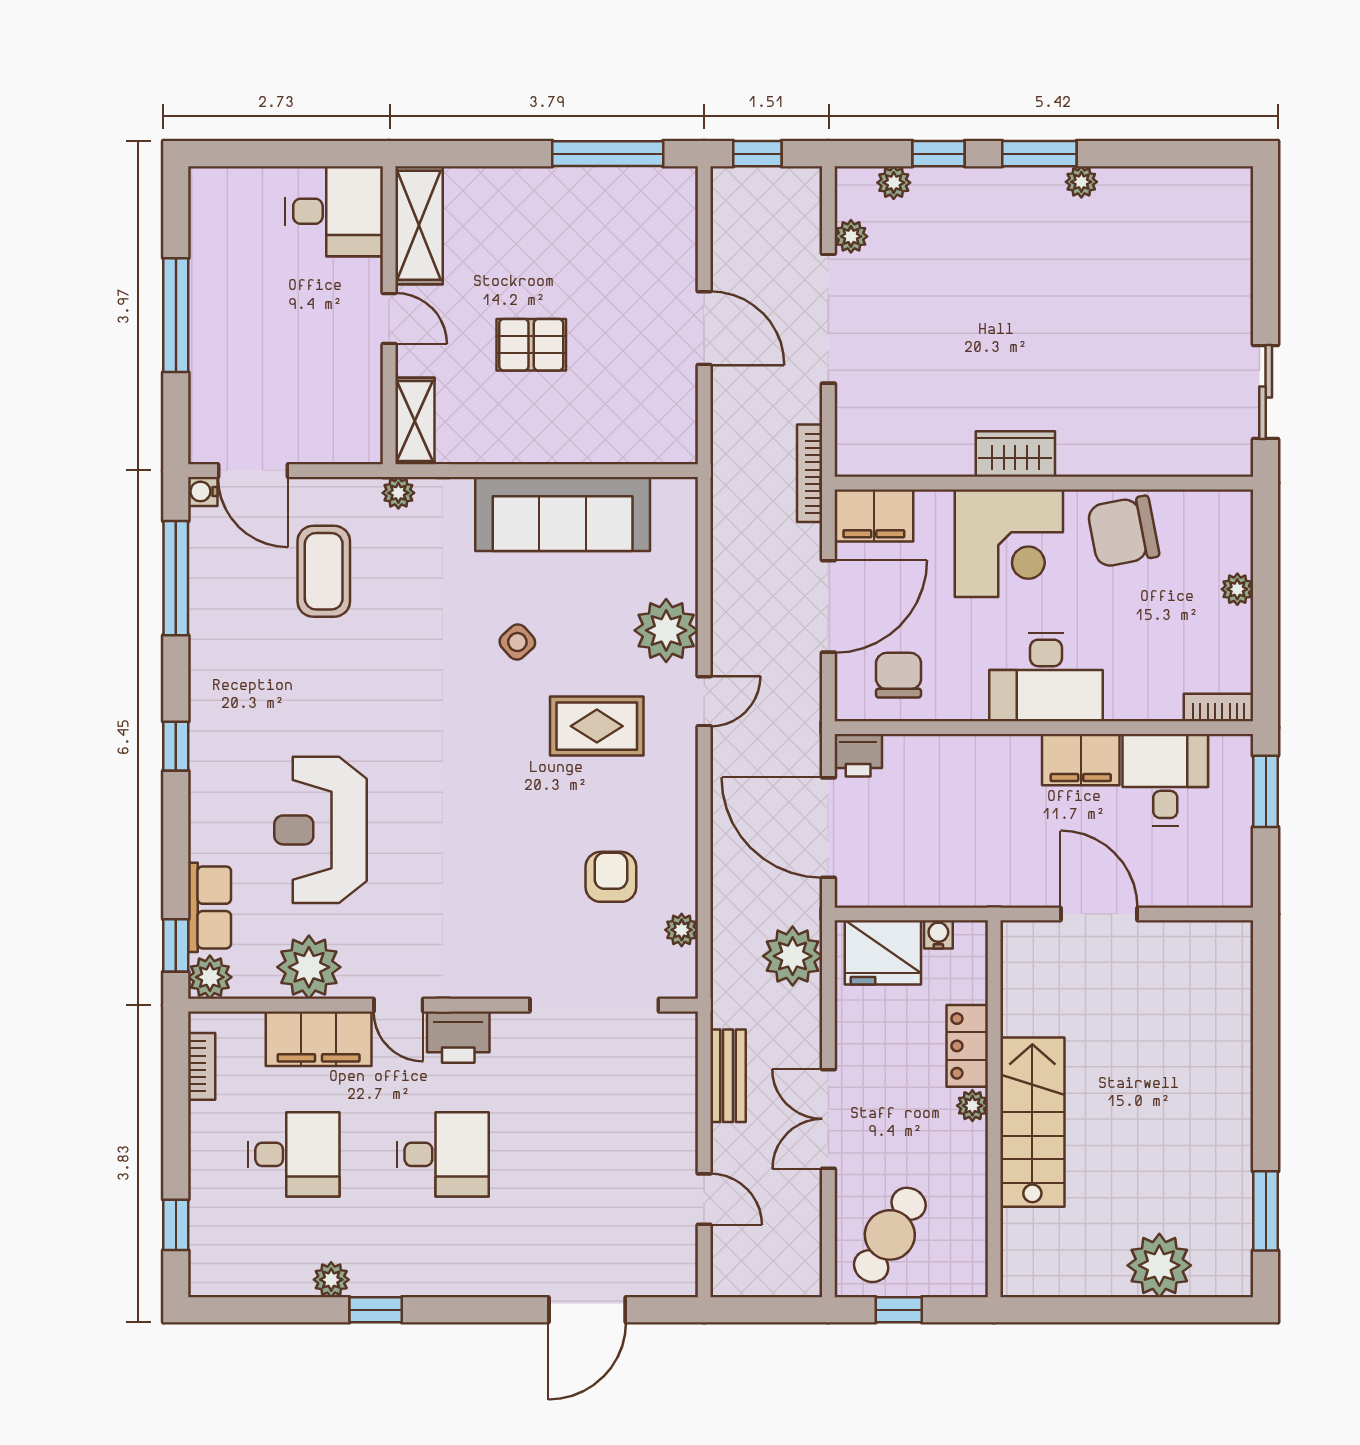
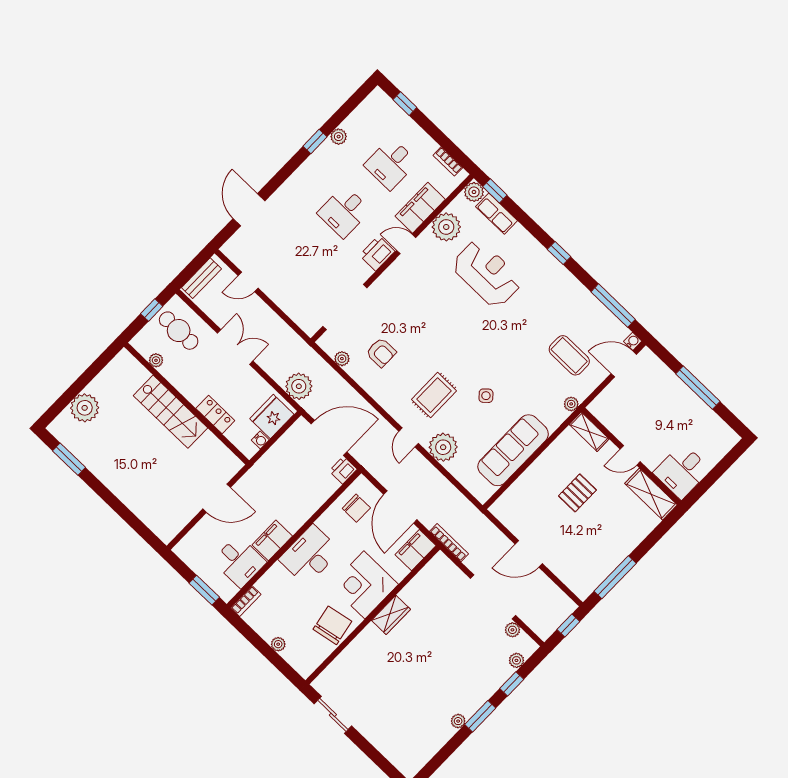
bench: (728, 1076) -> (201, 278), moved, turned 90
plant: (972, 1106) -> (156, 360), moved
cafe table: (890, 1235) -> (179, 331), turned -31

